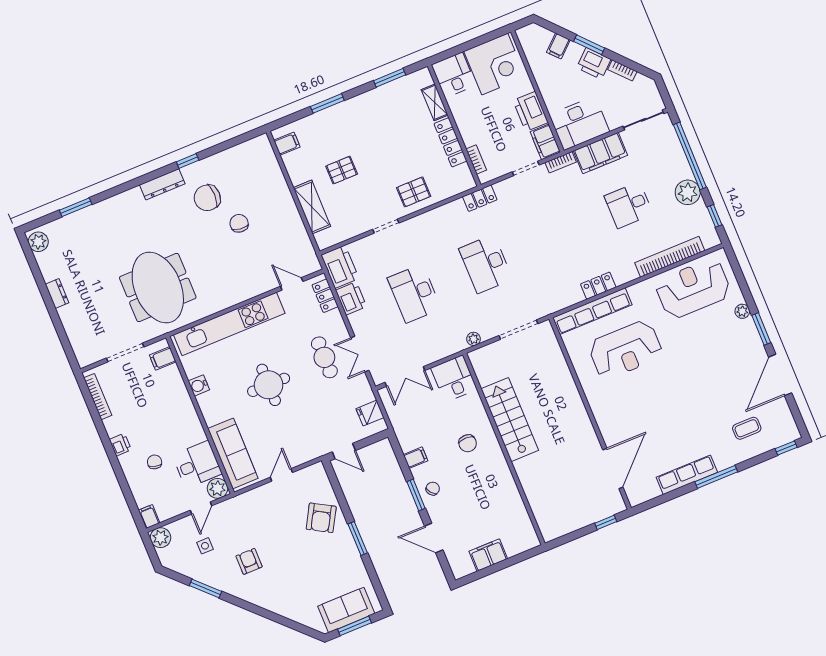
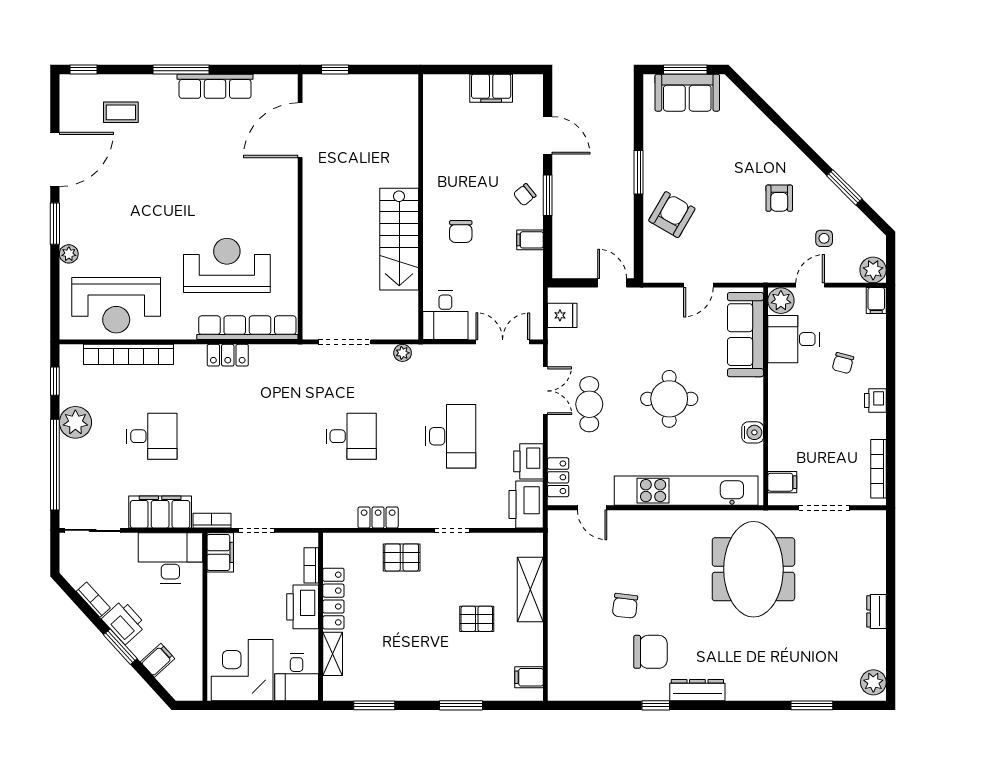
printer: (531, 111) -> (303, 607), moved, turned 180
locker: (480, 198) -> (378, 518), moved
desk: (486, 264) -> (351, 436), width x0.73
chair: (468, 443) -> (461, 231), turned 180

